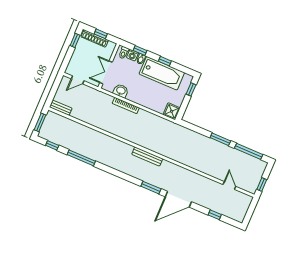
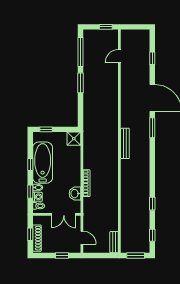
window: (75, 40) -> (62, 256), moved
window: (81, 158) -> (152, 204), width x0.46

